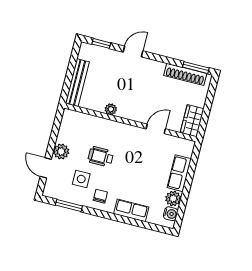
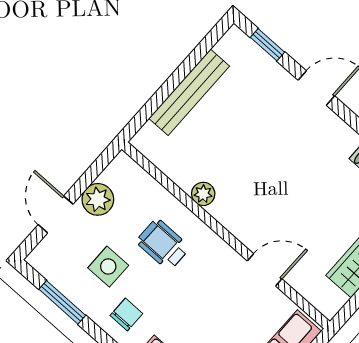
plant: (111, 109) -> (203, 194), moved
wall: (130, 122) -> (226, 235), moved
door: (156, 129) -> (265, 270), moved

